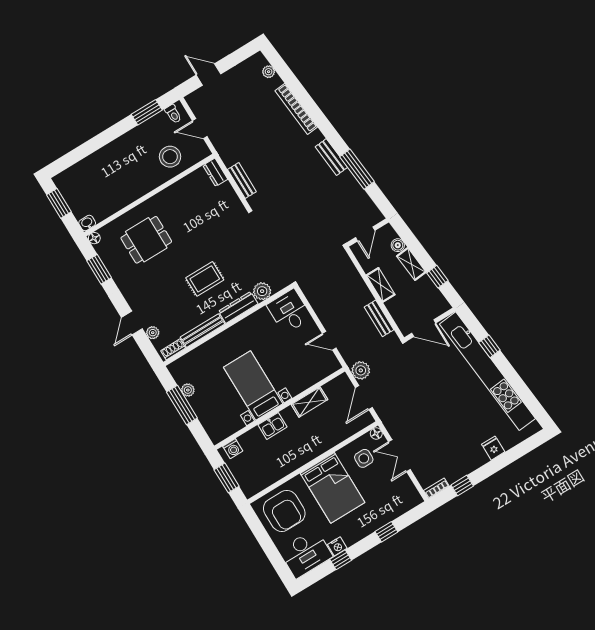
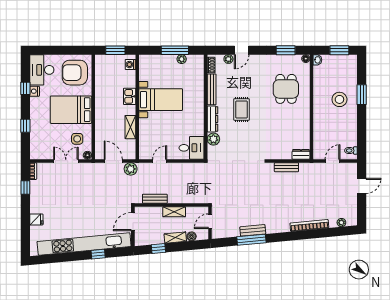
window: (147, 112) -> (362, 95), moved
stool: (170, 157) -> (339, 99), moved
bench: (331, 157) -> (253, 230), moved
door: (365, 234) -> (210, 221), hinge flipped
door: (132, 323) -> (242, 50), swing flipped

